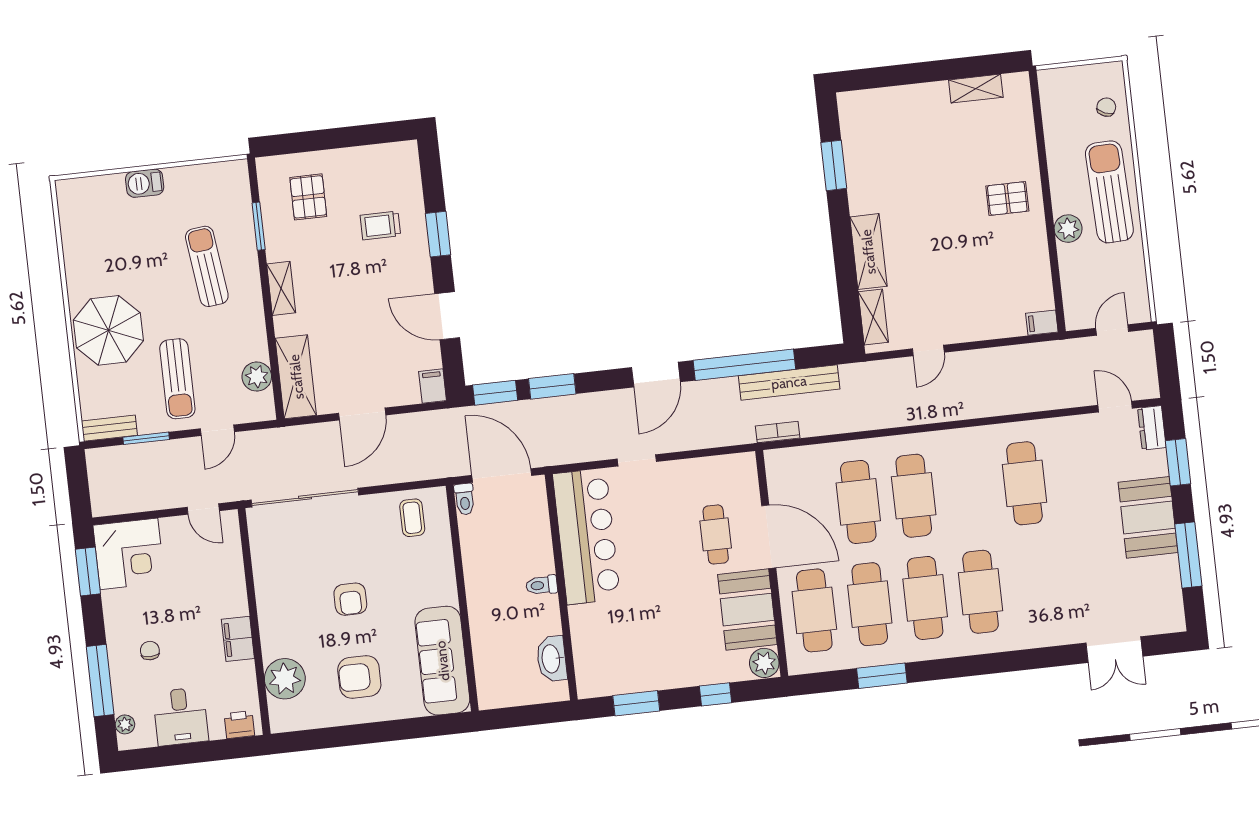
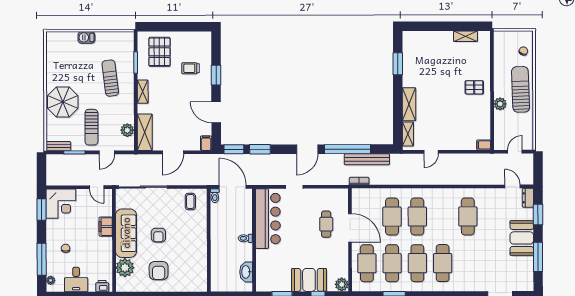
pallet: (308, 197) -> (159, 52), width x1.50, depth x1.42
booth: (747, 610) -> (309, 280), moved, turned 90
filing cabinet: (238, 639) -> (106, 227), moved
sofa: (442, 661) -> (126, 233), moved, turned 180
armchair: (359, 677) -> (159, 271), turned -90

